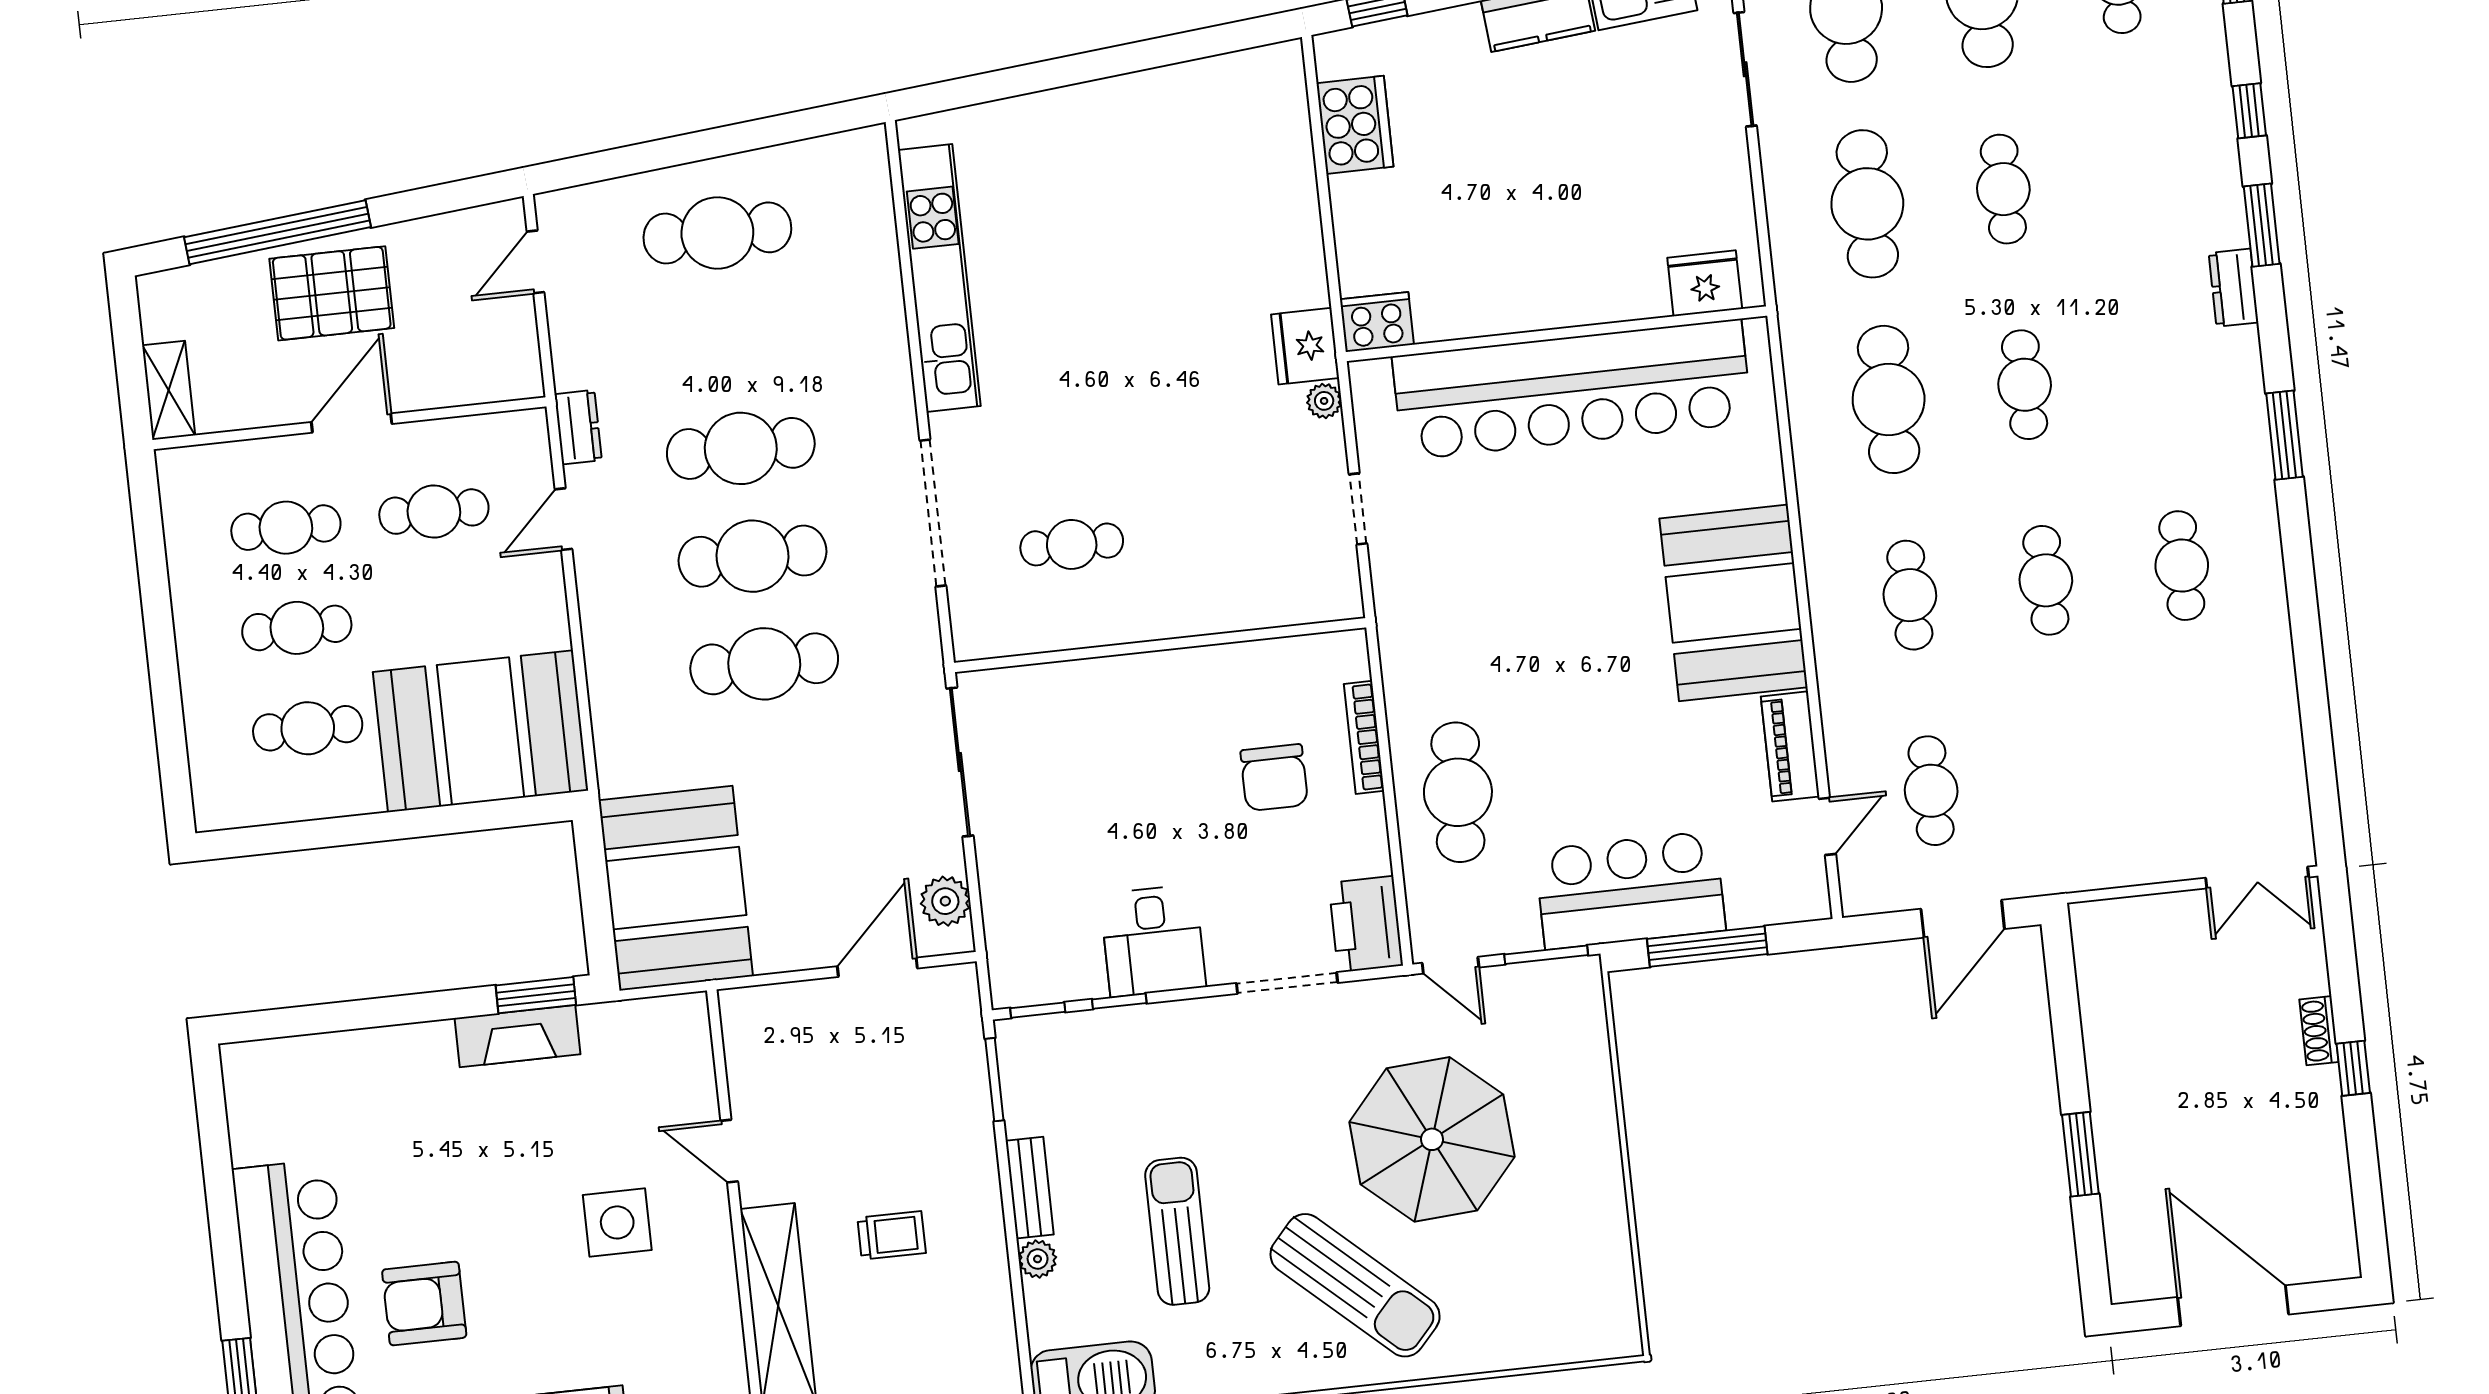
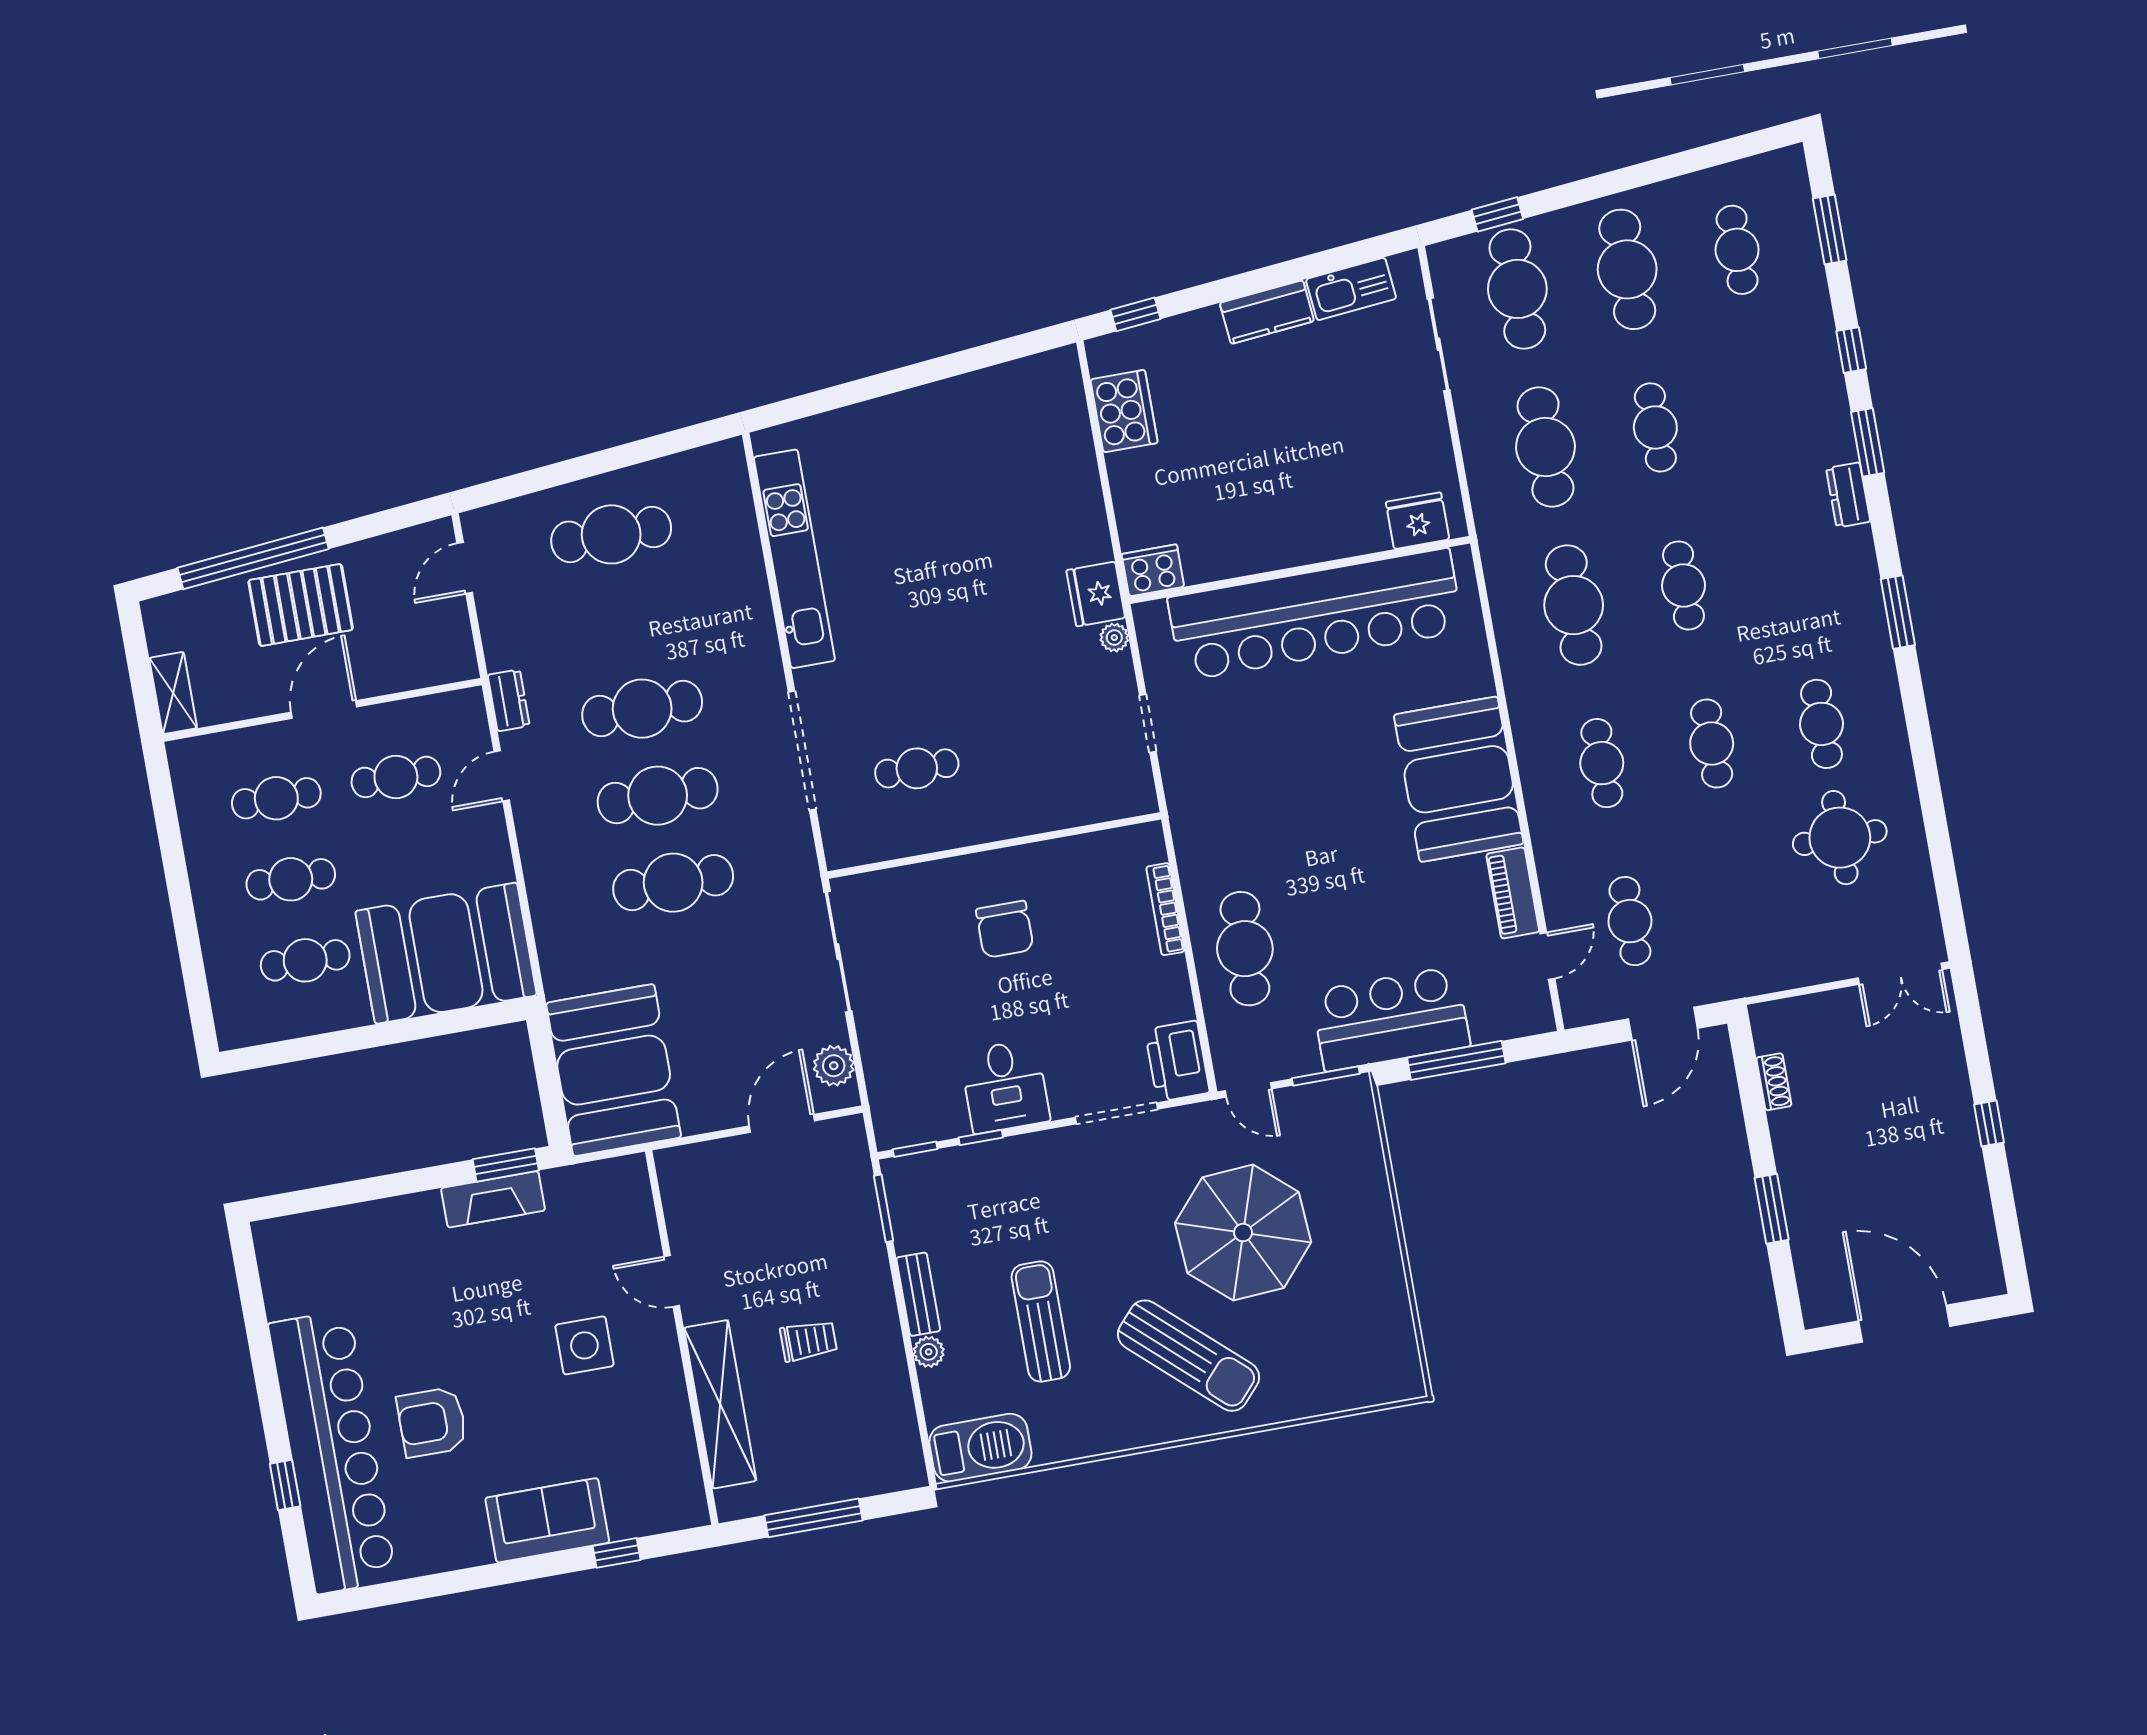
round table: (2195, 706) -> (1840, 838), added
chair: (1274, 778) -> (1005, 929), moved
shoe rack: (2319, 1031) -> (1774, 1082), moved, turned 180

